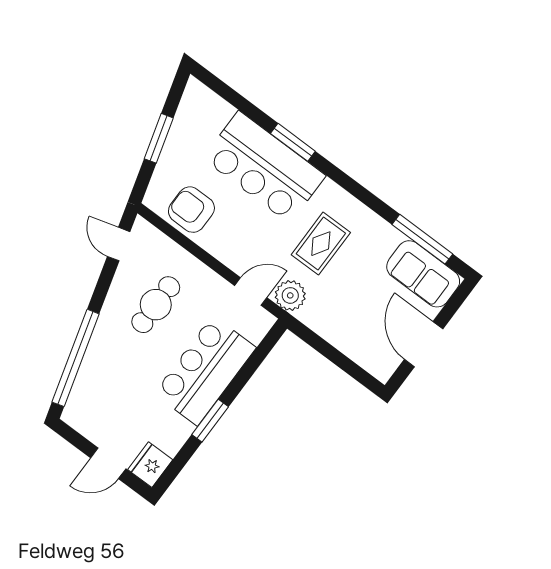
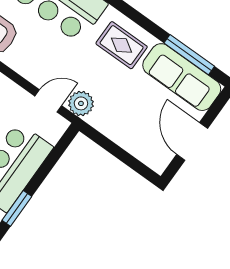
rug: (321, 244) -> (122, 45), moved, turned 90
sofa: (423, 274) -> (182, 77), width x1.36

